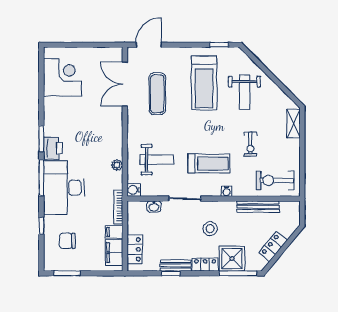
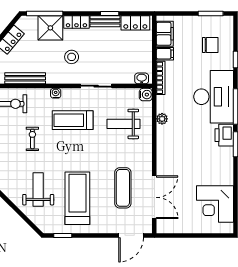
washbasin: (154, 207) -> (142, 78), moved
locker: (135, 249) -> (135, 23), moved, turned -90

